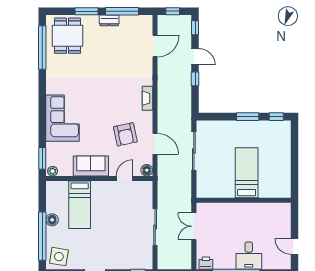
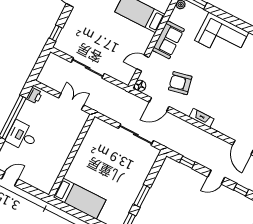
window: (195, 79) -> (187, 162), moved
bed: (247, 173) -> (80, 199), moved
door: (125, 178) -> (143, 63), swing flipped

